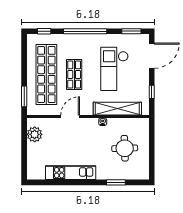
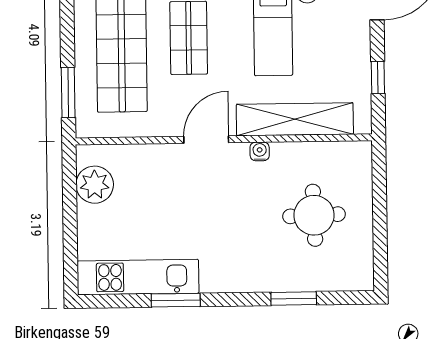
door: (70, 116) -> (206, 140), moved
kitchen unit: (71, 173) -> (138, 277), moved
window: (67, 182) -> (176, 300), added

